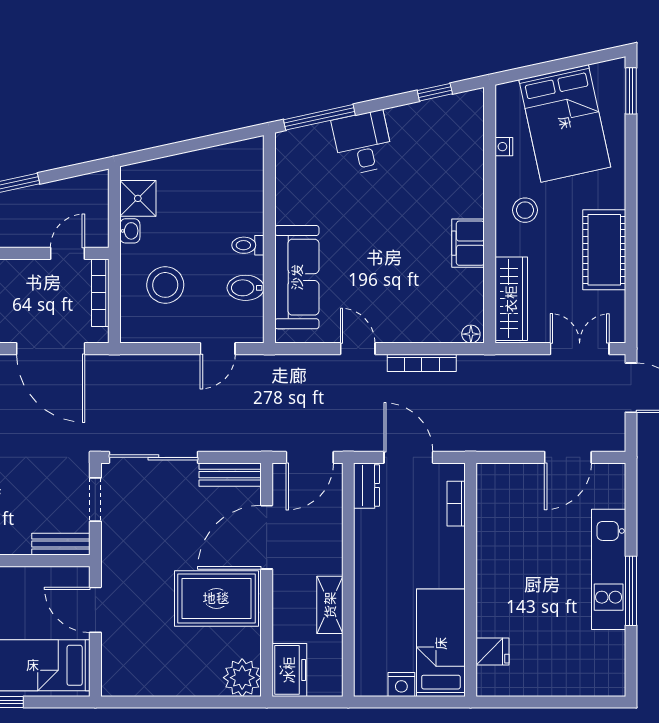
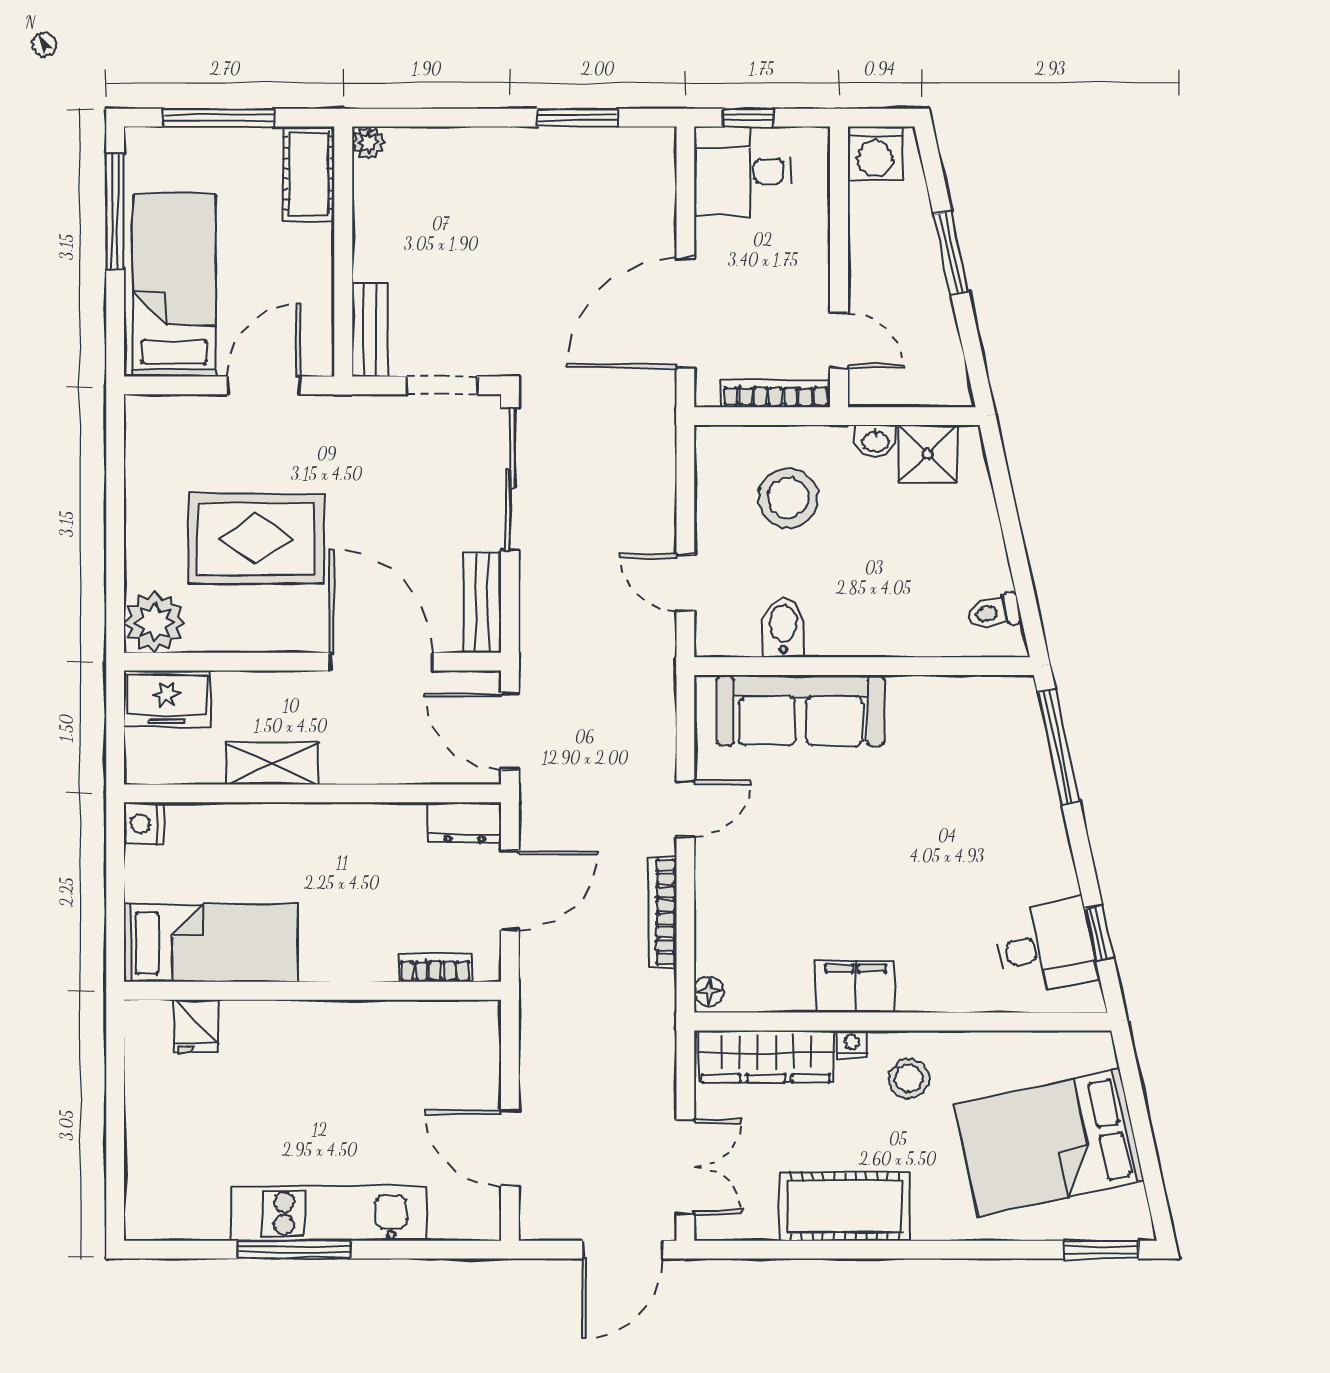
desk: (363, 143) -> (1046, 947), moved
nightstand: (504, 147) -> (852, 1044), moved
toilet: (248, 245) -> (994, 612), moved, turned -102
rug: (216, 598) -> (256, 539), moved, turned 90
nightstand: (401, 684) -> (143, 823), moved

